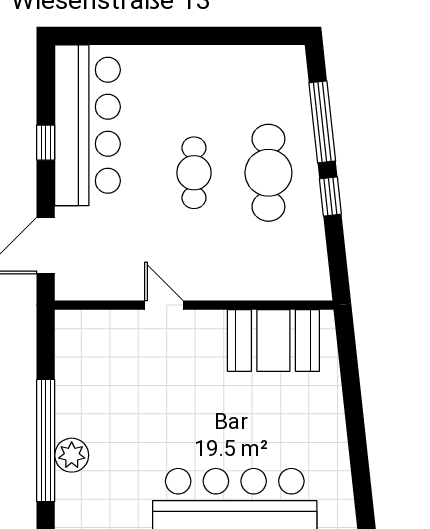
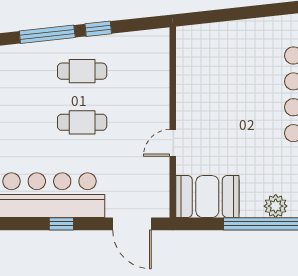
cafe table: (268, 173) -> (82, 71), width x0.73, depth x0.74
booth: (273, 340) -> (207, 197), moved, turned 90

